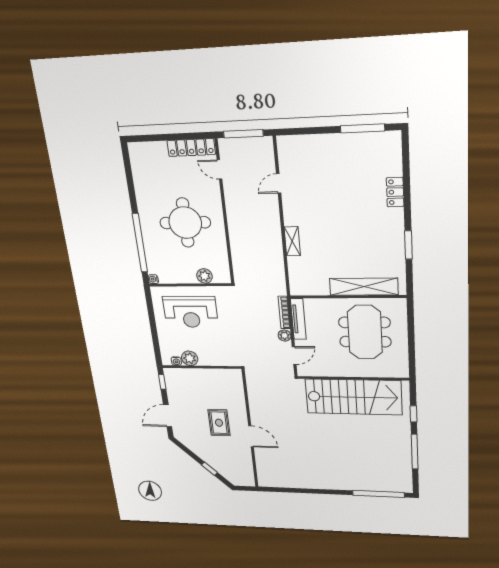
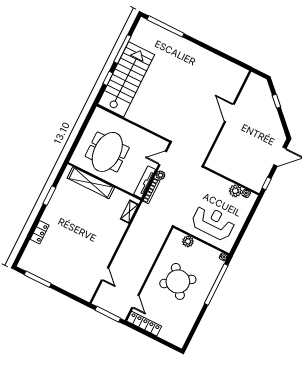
door: (279, 183) -> (105, 274), hinge flipped
round table: (185, 223) -> (178, 281), turned -35
shelving: (292, 241) -> (129, 212), moved
stairs: (354, 397) -> (126, 79), moved, turned 90
rug: (219, 423) -> (246, 134), removed

